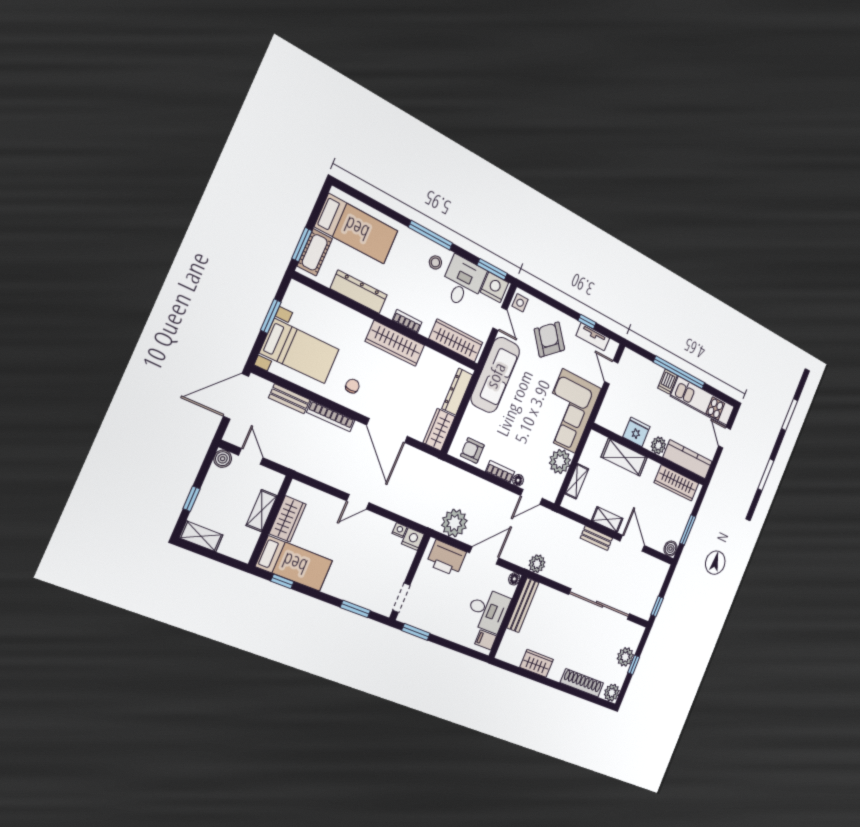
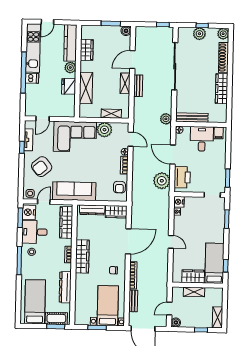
wardrobe: (676, 483) -> (87, 50), width x0.67
wardrobe: (537, 663) -> (222, 89), width x1.50

